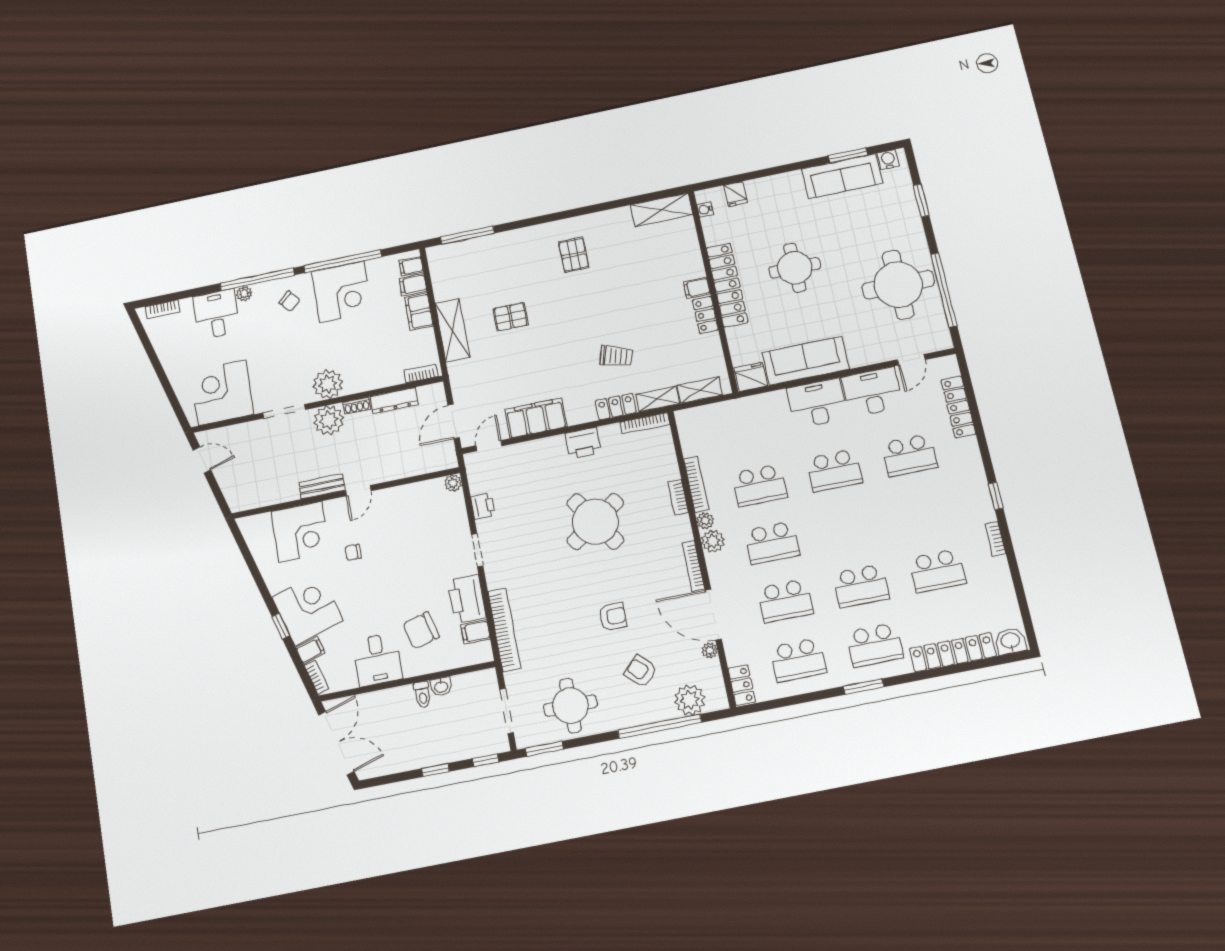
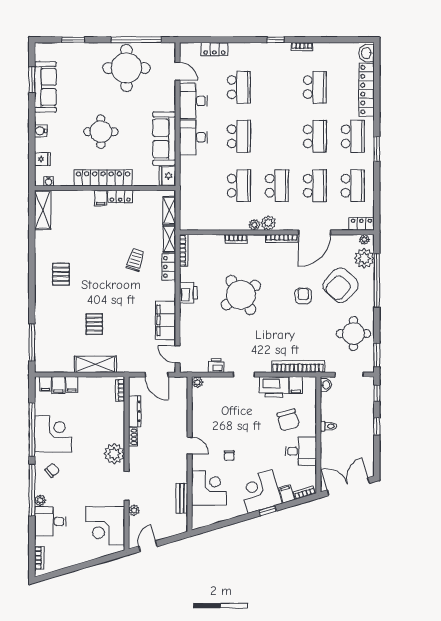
water cooler: (888, 160) -> (41, 131), moved
pallet: (574, 255) -> (61, 274), turned 90
filing cabinet: (419, 312) -> (72, 384), width x0.50
locker: (958, 407) -> (214, 49), width x0.66
plant: (329, 420) -> (134, 510), moved, width x0.53, depth x0.53
bookcase: (696, 484) -> (230, 226), removed
bench: (322, 486) -> (182, 498), moved
plant: (710, 650) -> (364, 239), moved
armchair: (641, 671) -> (341, 285), width x1.88, depth x1.88
washbasin: (441, 686) -> (326, 385), moved

